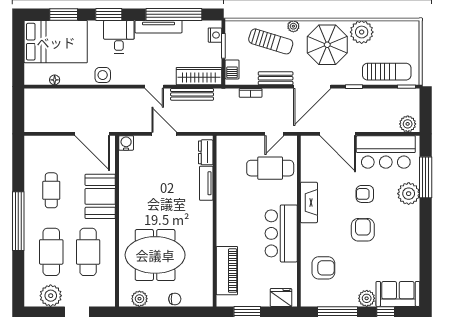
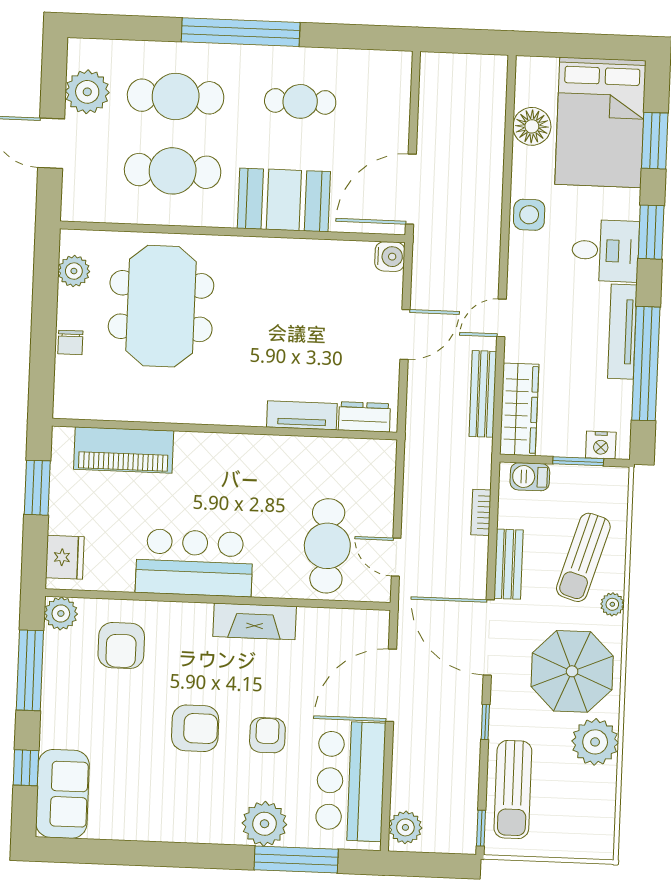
floor lamp: (55, 80) -> (532, 126), width x1.89, depth x1.89
plant: (367, 298) -> (61, 613), moved

